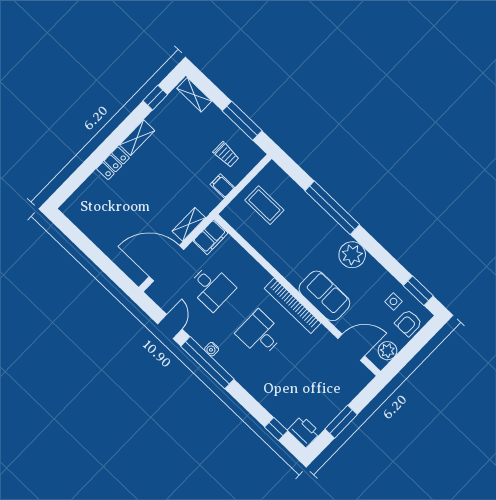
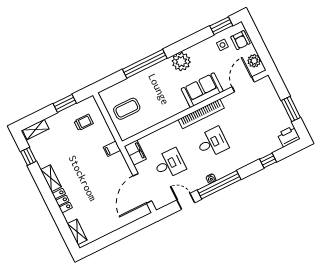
window: (242, 121) -> (65, 103), width x0.69
filing cabinet: (222, 186) -> (112, 149), moved
shelving: (189, 224) -> (77, 232), moved
desk: (260, 334) -> (212, 143), turned 180
window: (276, 429) -> (268, 160), moved

